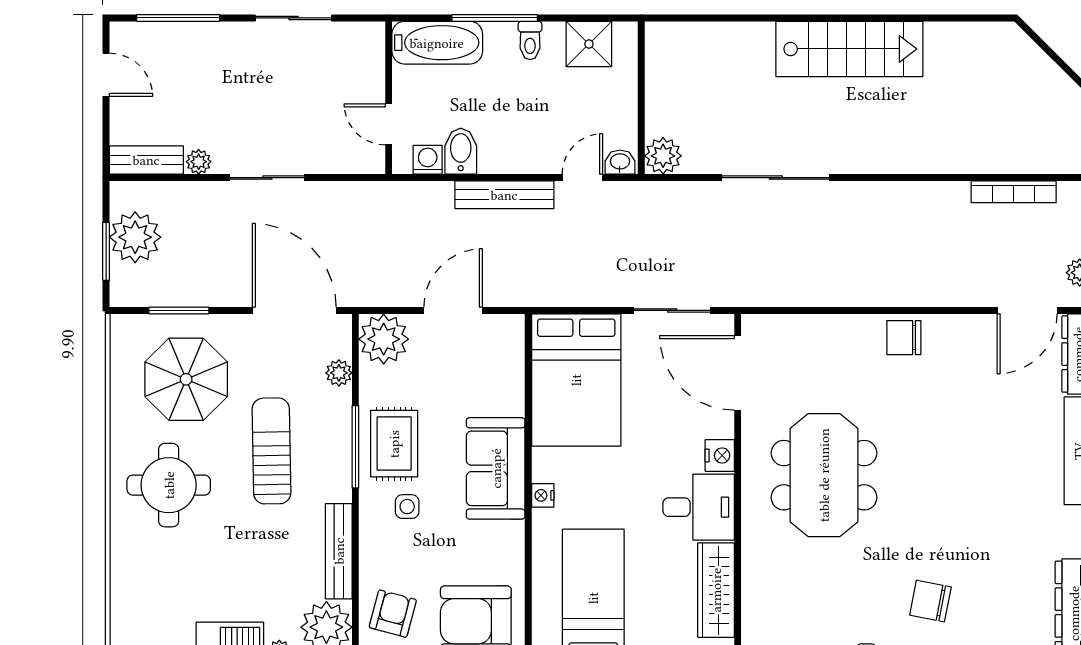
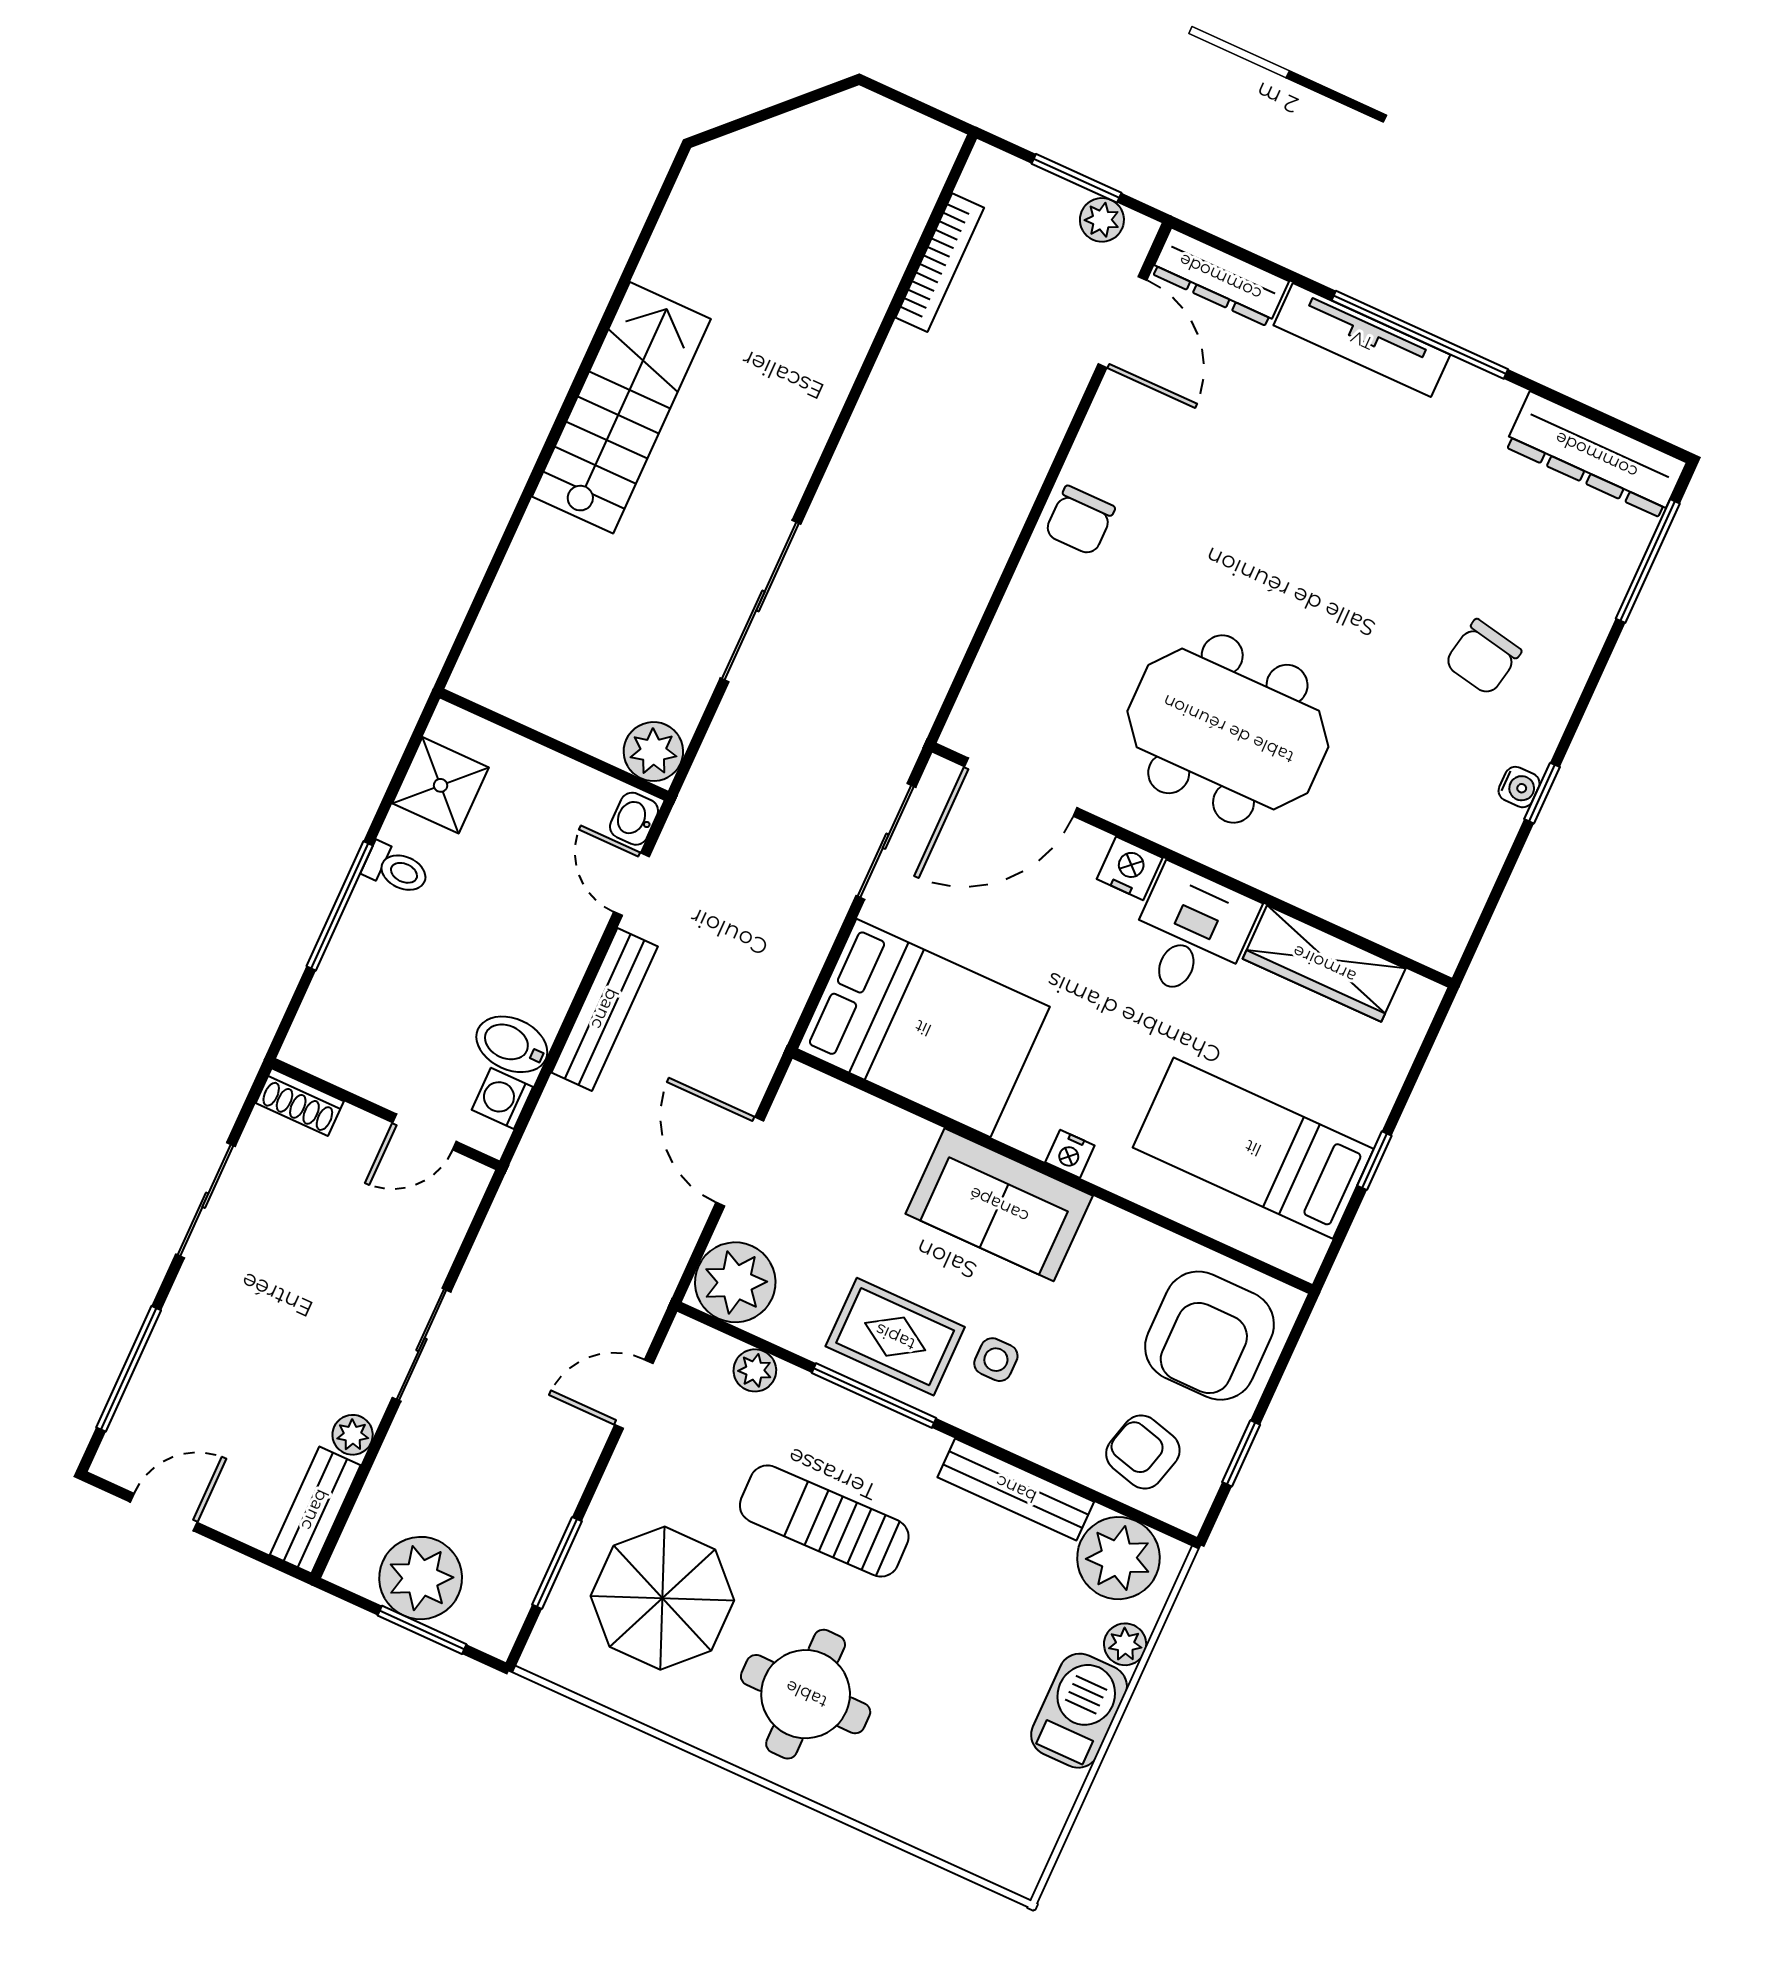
bathtub: (437, 43) -> (337, 1006), removed
shoe rack: (373, 46) -> (300, 1102), added
door: (294, 310) -> (634, 1394), width x0.53

